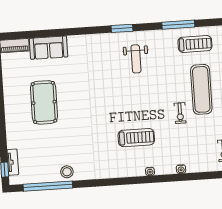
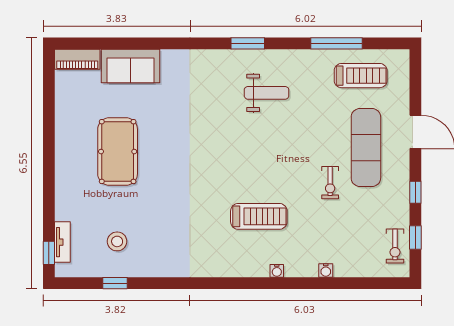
weight bench: (136, 59) -> (267, 93), turned -90
stool: (67, 172) -> (117, 241), moved
window: (48, 186) -> (115, 283), width x0.32

